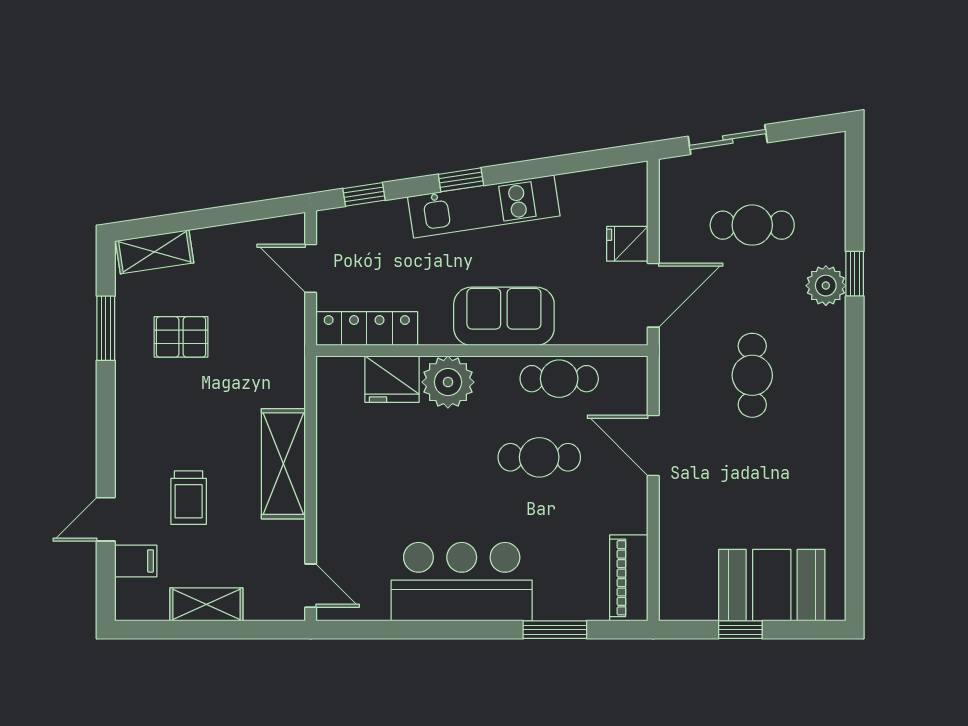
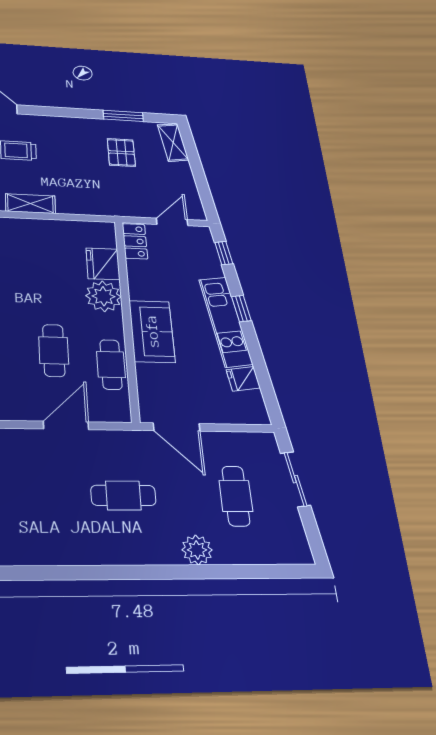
fridge: (627, 244) -> (243, 379), moved, turned -99
window: (855, 274) -> (209, 572), removed
locker: (367, 328) -> (135, 241), width x0.66
shelving: (283, 464) -> (30, 204), width x0.67, depth x0.75

